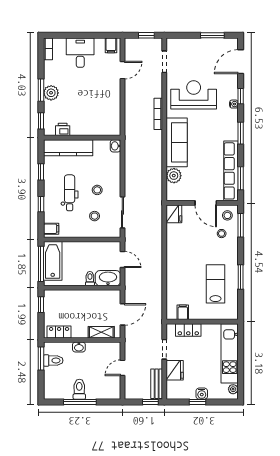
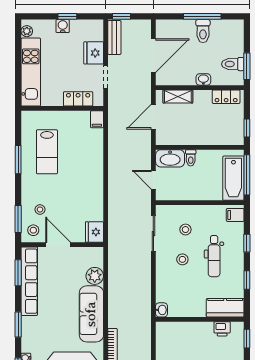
kitchen counter: (68, 148) -> (225, 308), width x0.67
filing cabinet: (183, 312) -> (97, 119), moved
door: (122, 368) -> (153, 56), width x1.87

